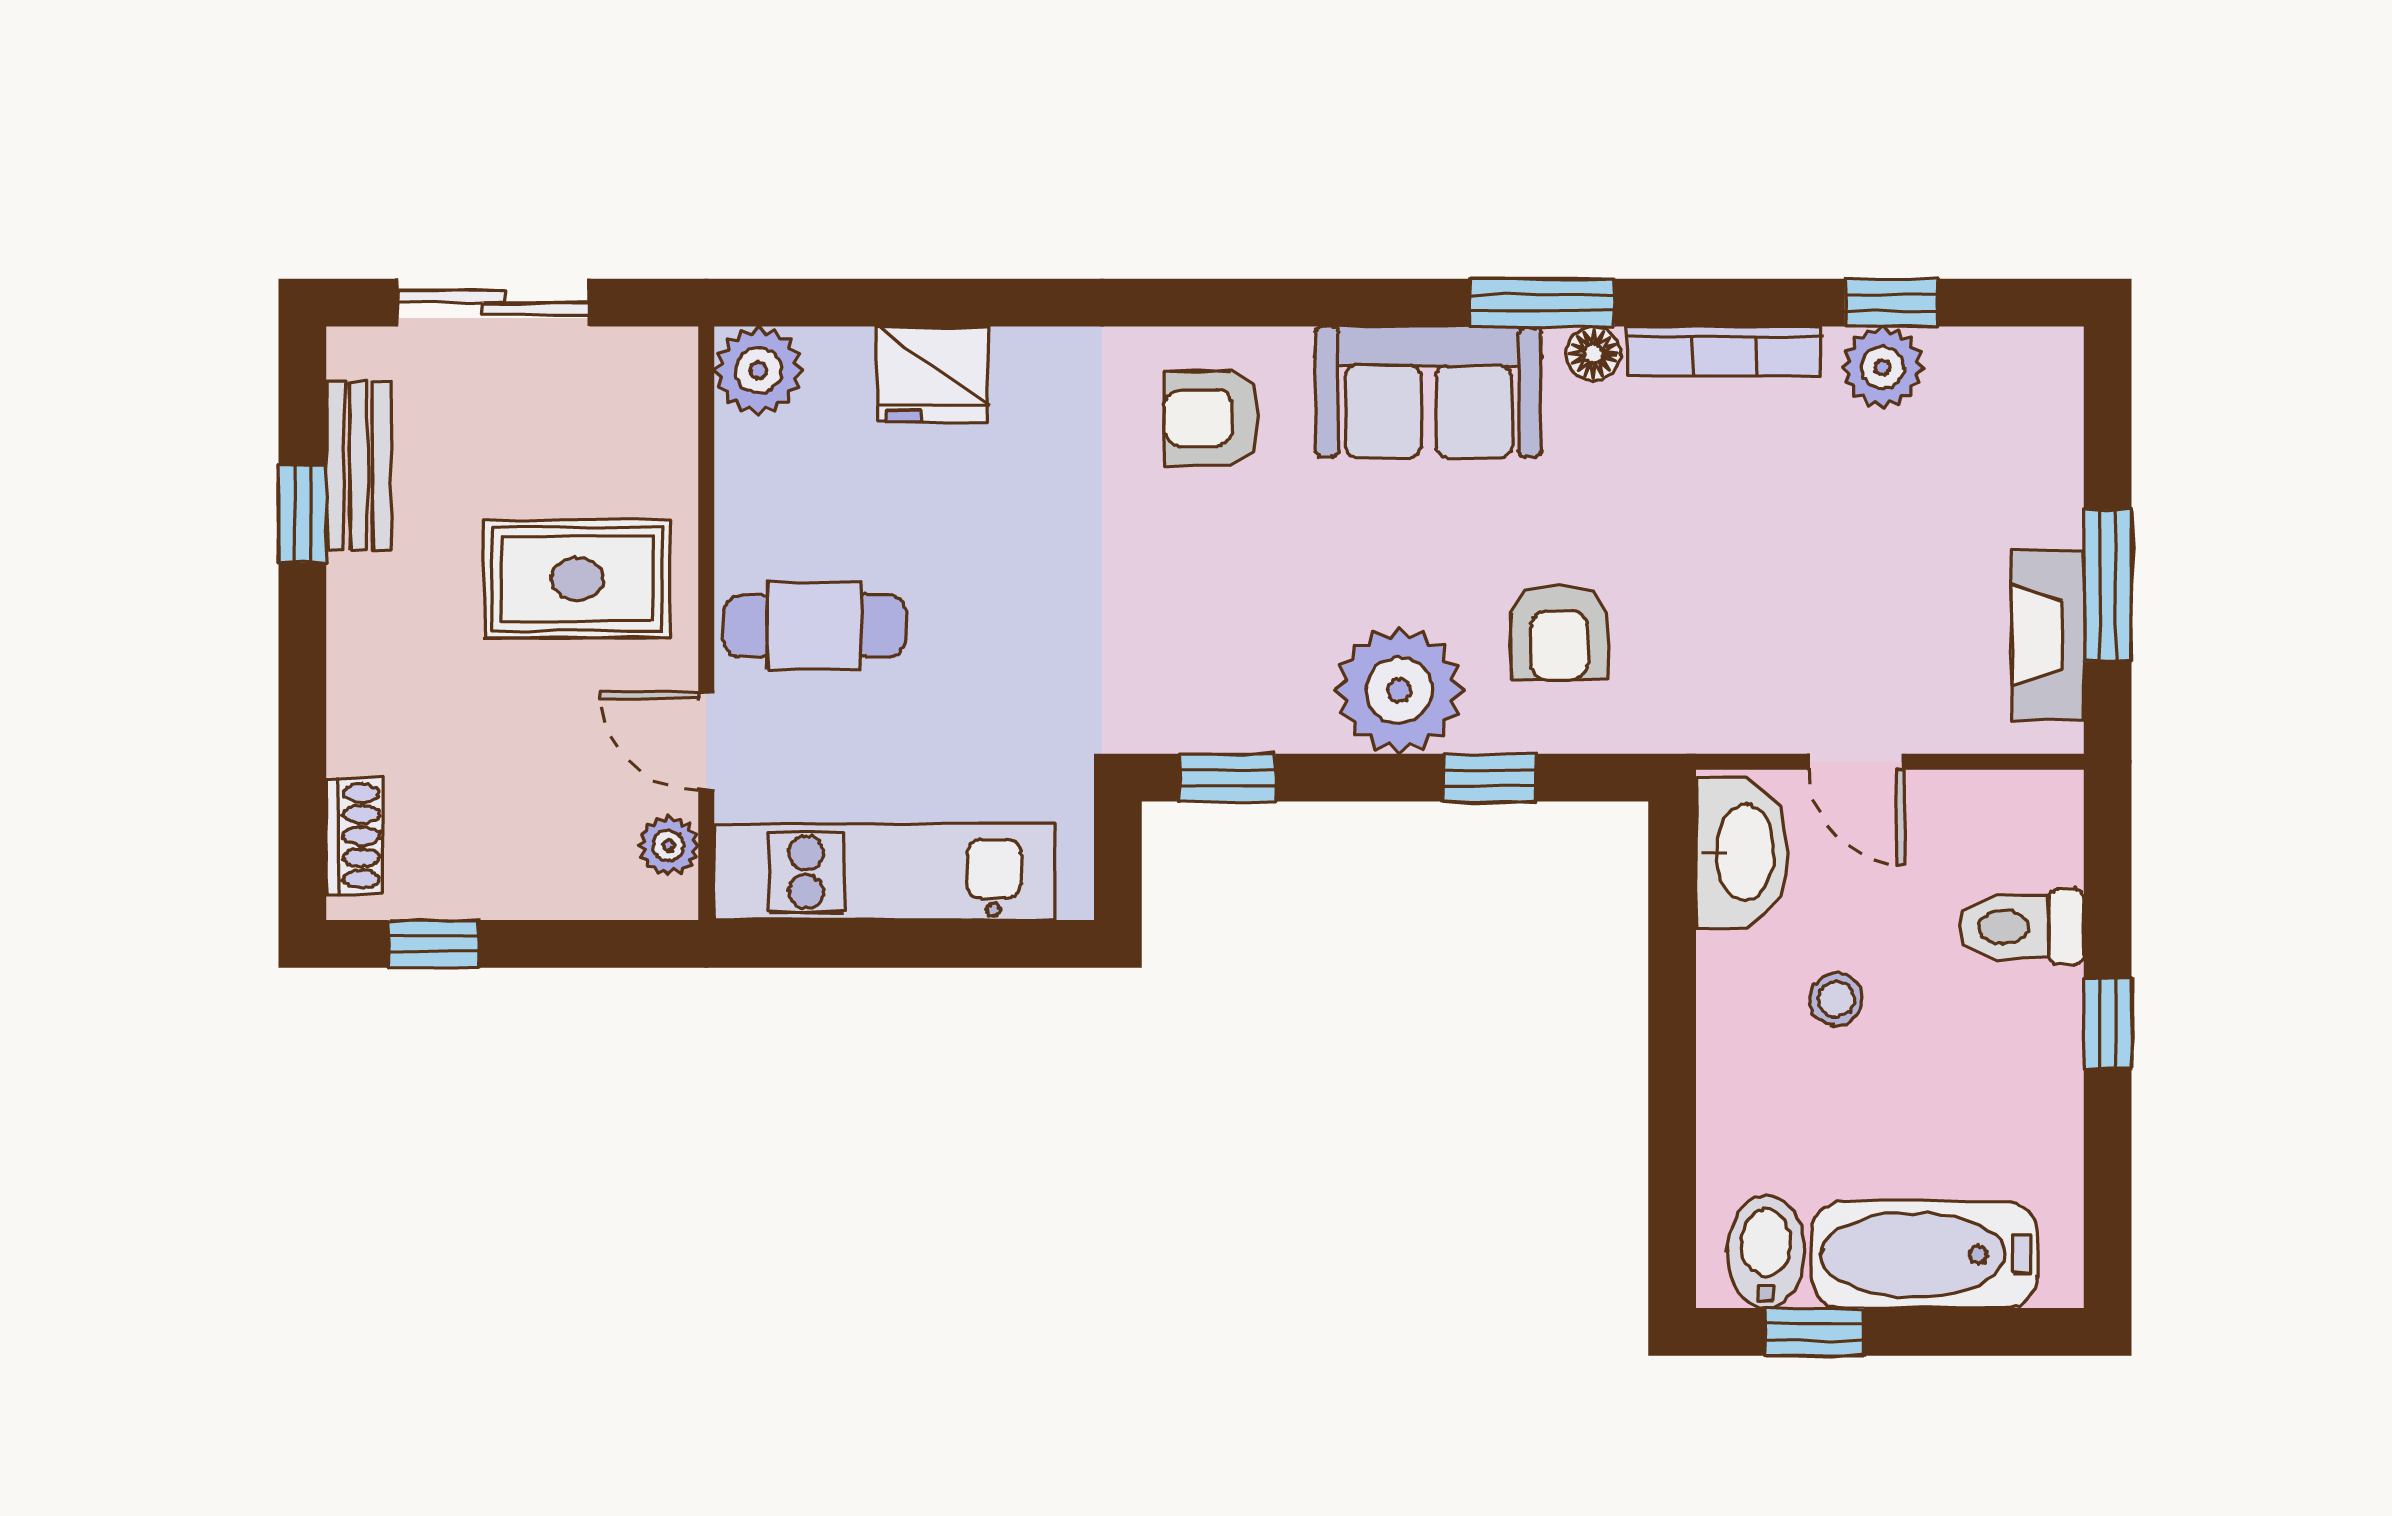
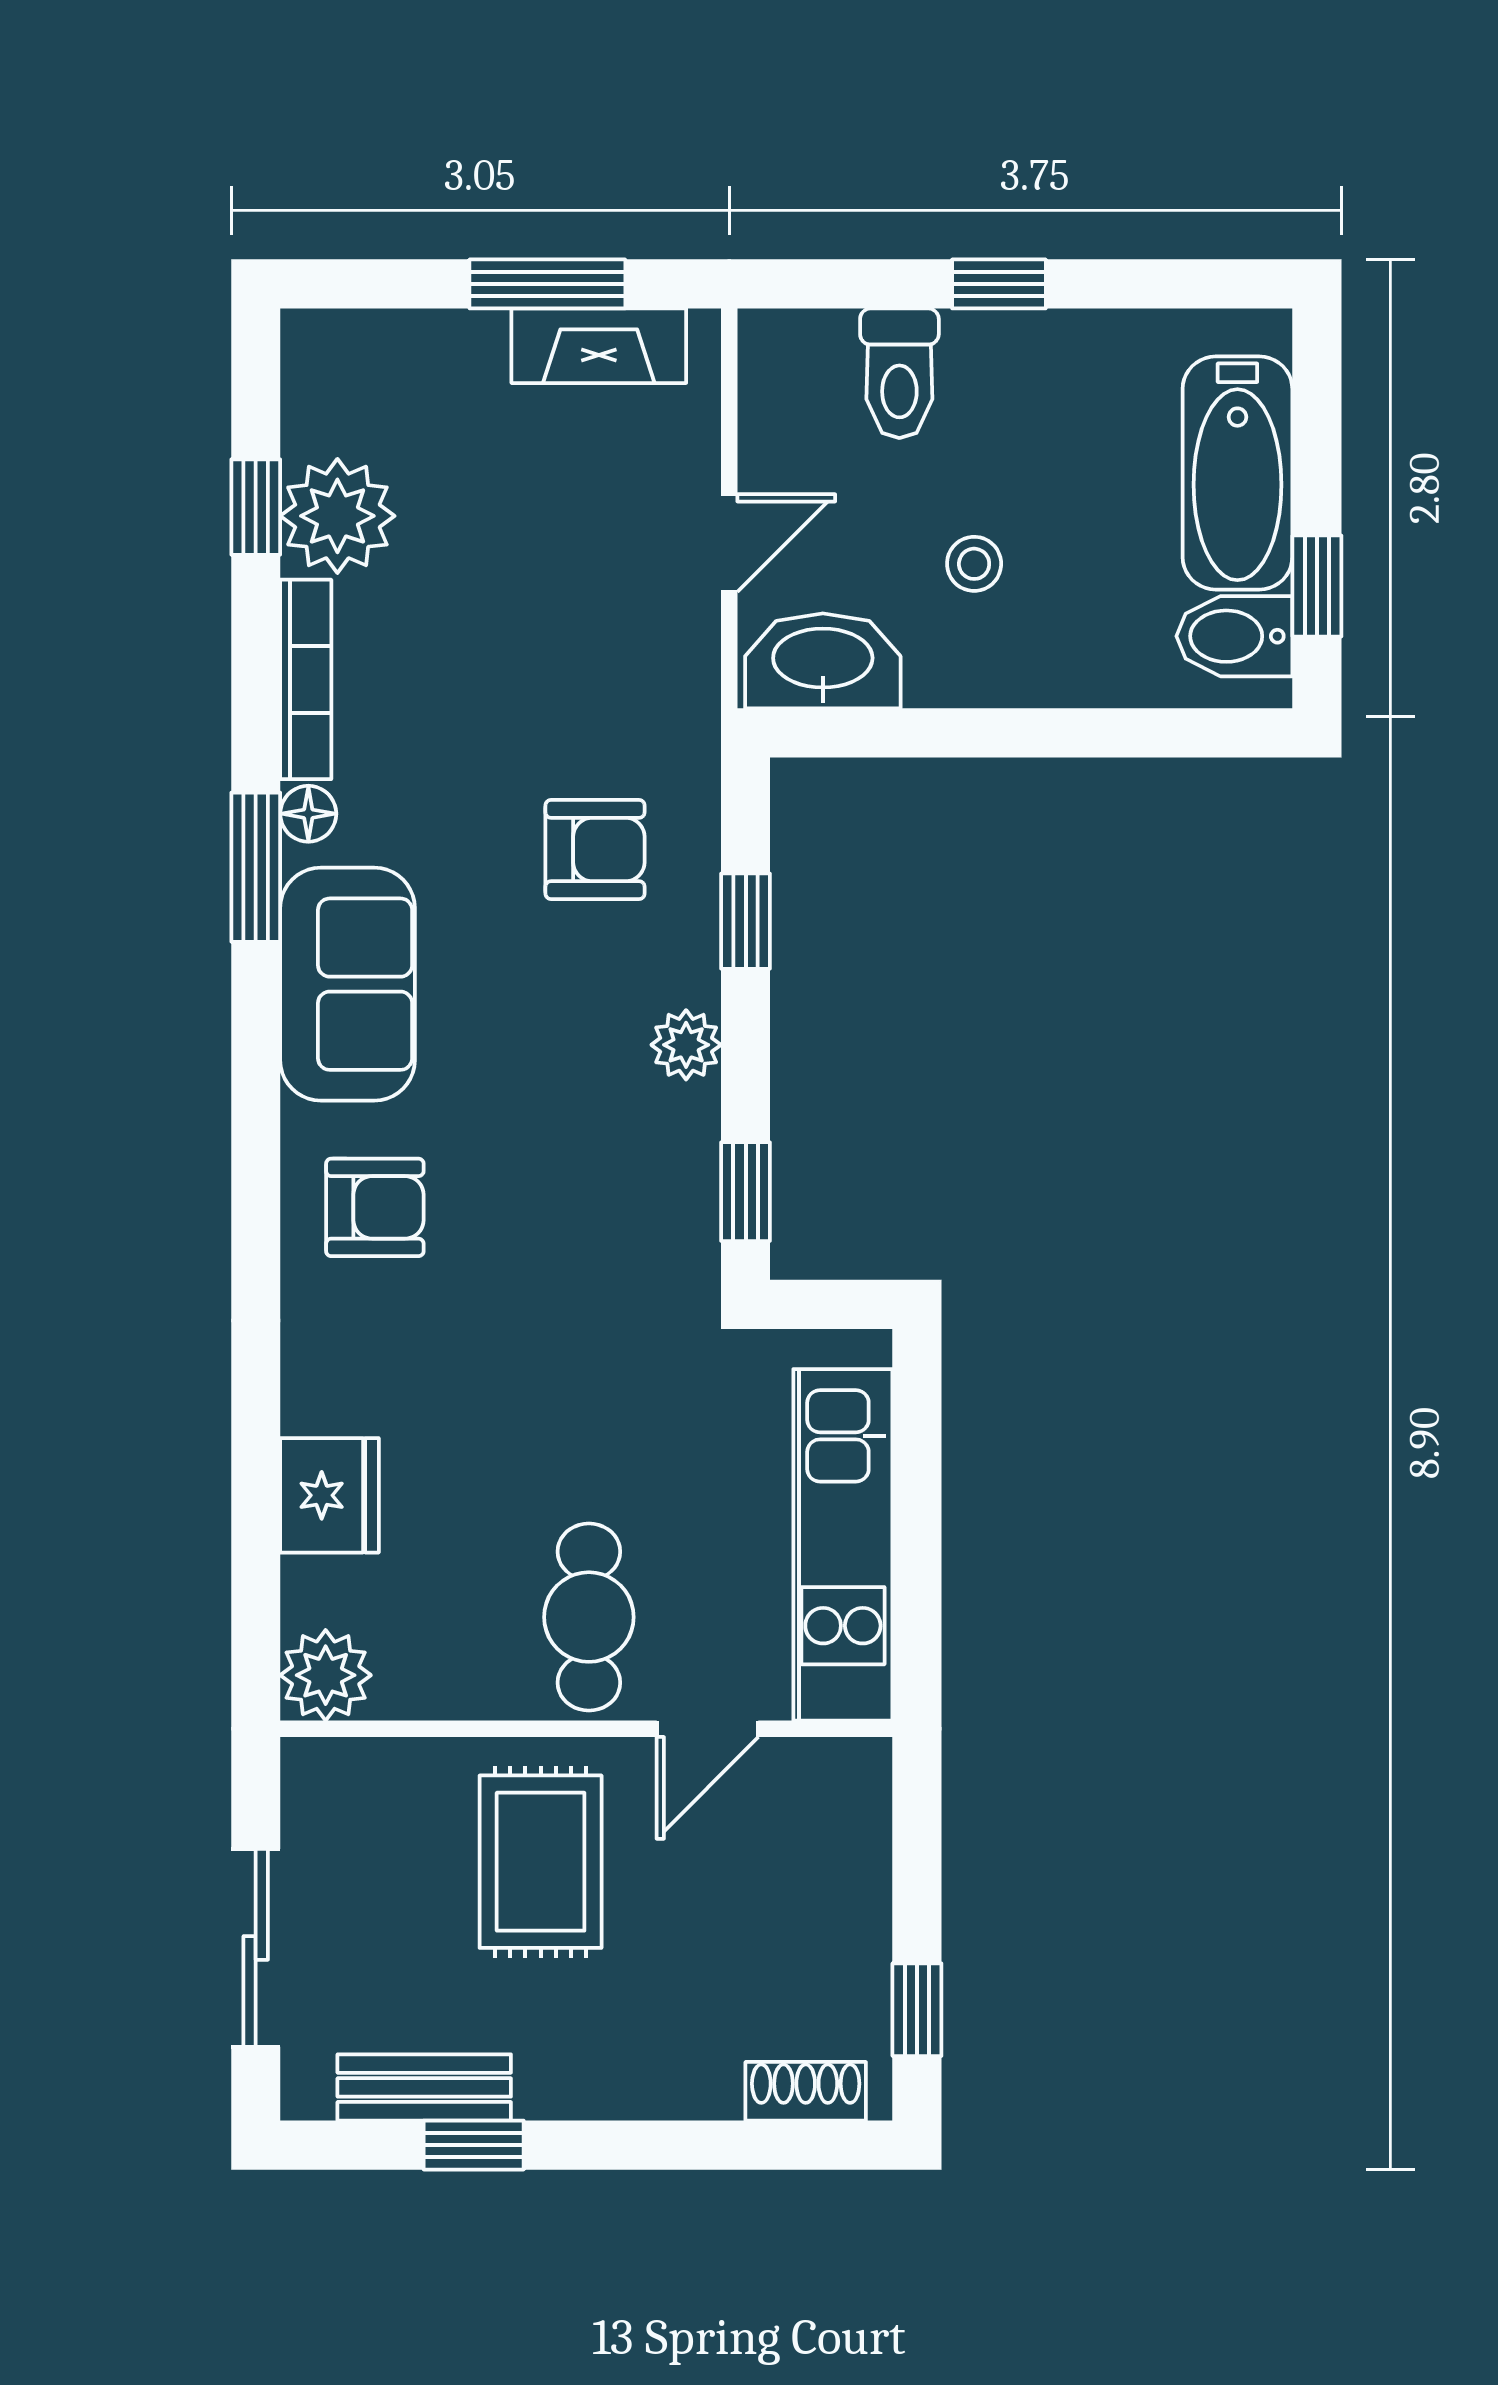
plant: (1883, 367) -> (337, 516), width x1.36, depth x1.36
armchair: (1212, 418) -> (375, 1207), turned -90
plant: (1399, 690) -> (686, 1045), width x0.53, depth x0.53
plant: (669, 845) -> (815, 1767), removed

